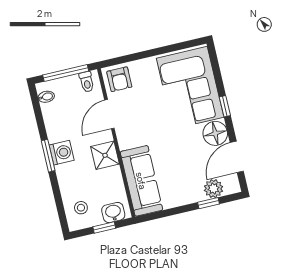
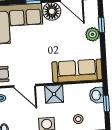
plant: (213, 189) -> (93, 34), moved
stool: (81, 208) -> (78, 119), moved

